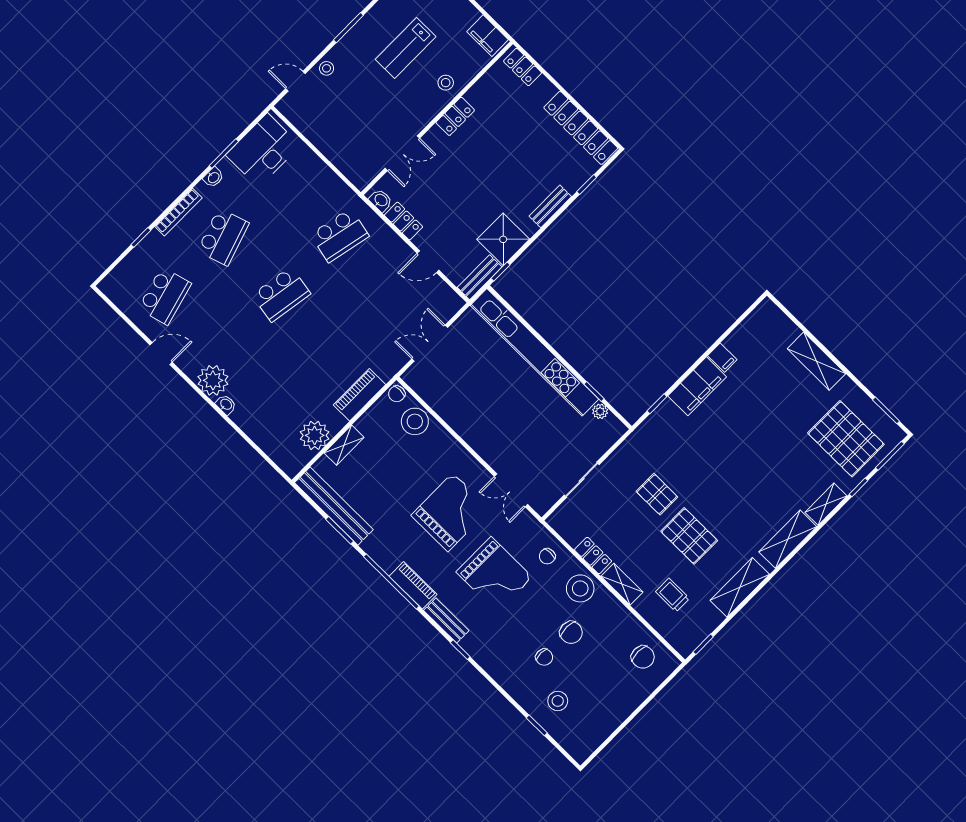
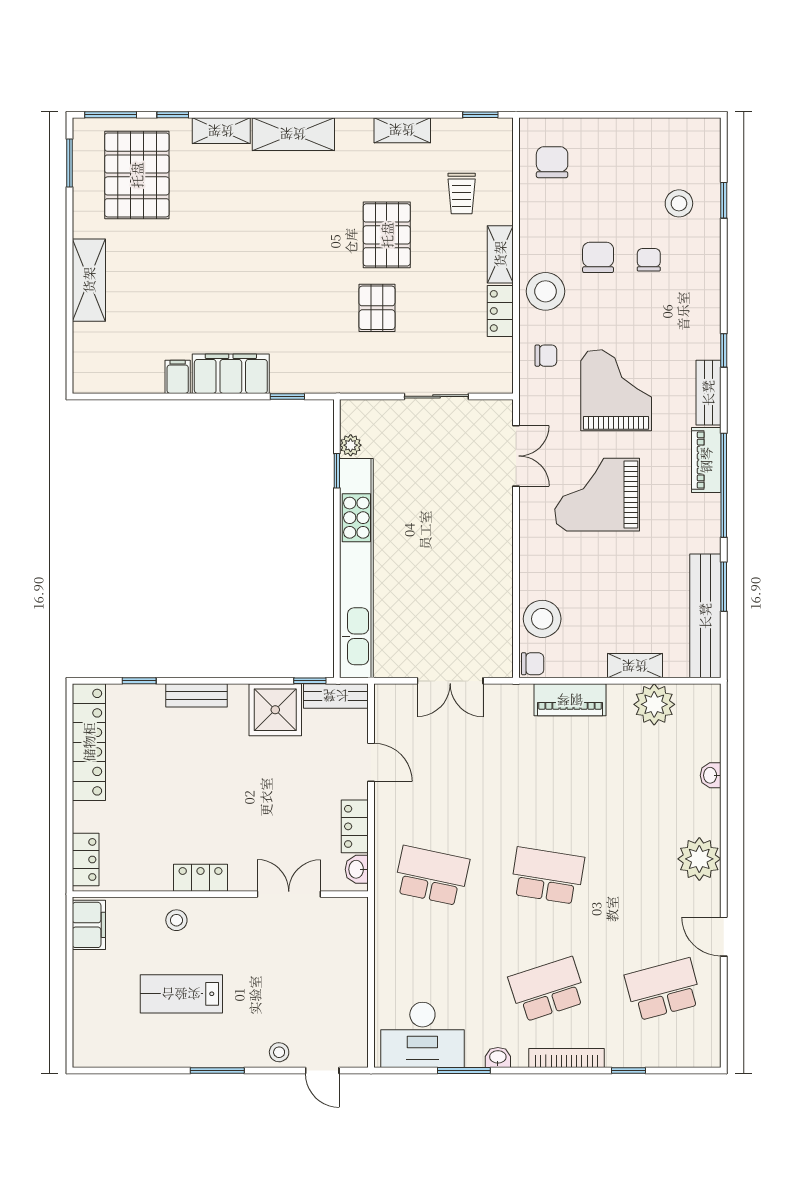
lab bench: (406, 48) -> (181, 994), turned 180
washbasin: (226, 405) -> (711, 775), moved
shelving: (740, 587) -> (402, 130), width x0.67, depth x0.75

